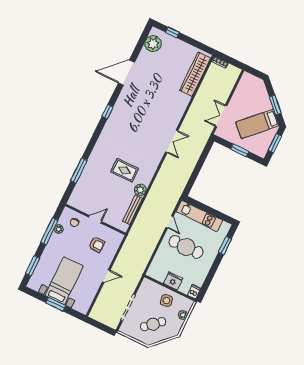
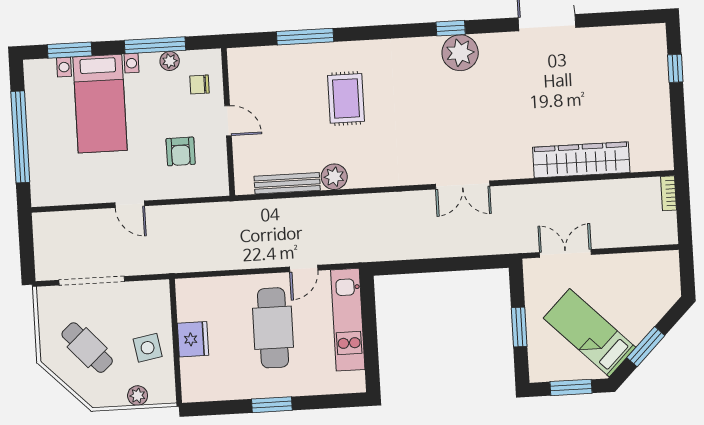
plant: (153, 44) -> (460, 53), moved
wardrobe: (195, 74) -> (581, 160), moved
rug: (125, 170) -> (346, 98), moved
window: (225, 246) -> (272, 405), moved
bed with nightstands: (64, 281) -> (100, 104), moved, turned 90
dishwasher: (194, 292) -> (195, 392), removed
window: (56, 304) -> (20, 137), width x2.11

